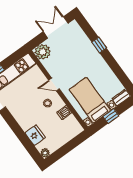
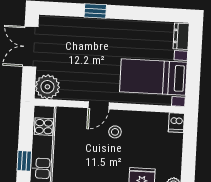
dishwasher: (64, 113) -> (176, 123), moved
window: (111, 116) -> (194, 67), removed

